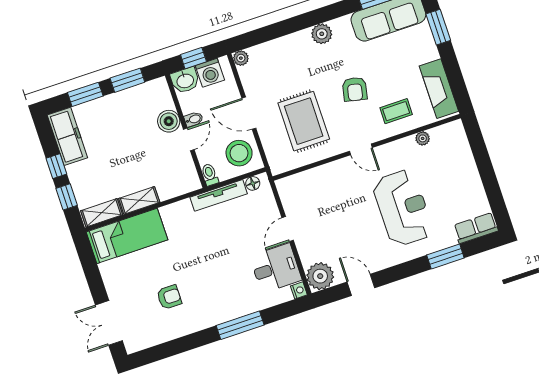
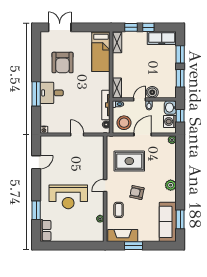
window: (438, 27) -> (134, 246), moved
door: (189, 139) -> (140, 99), swing flipped
shelving: (139, 200) -> (117, 88), moved
desk: (276, 268) -> (52, 93), moved, turned 90
plant: (320, 276) -> (47, 143), removed
armchair: (169, 297) -> (63, 63), width x1.88, depth x1.88

